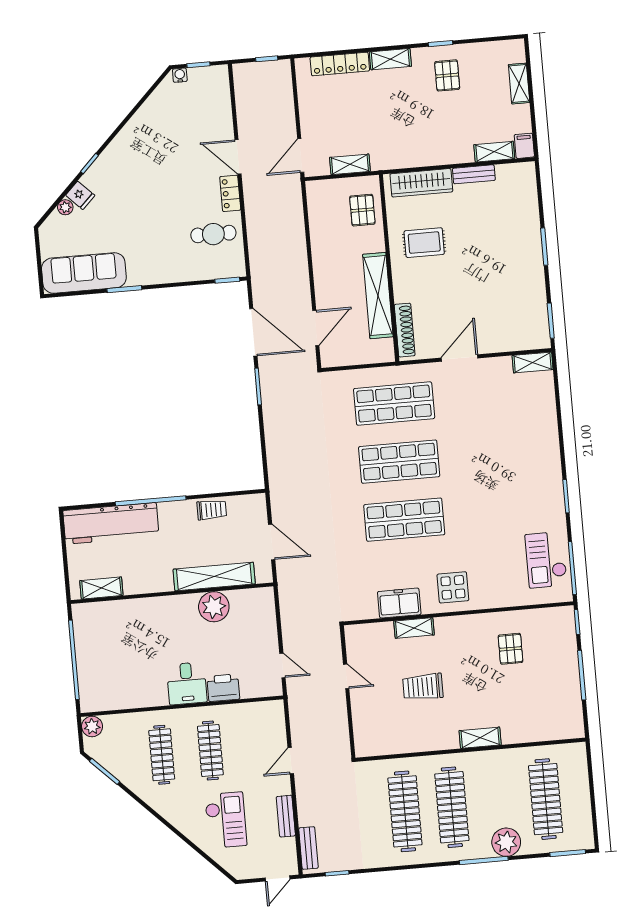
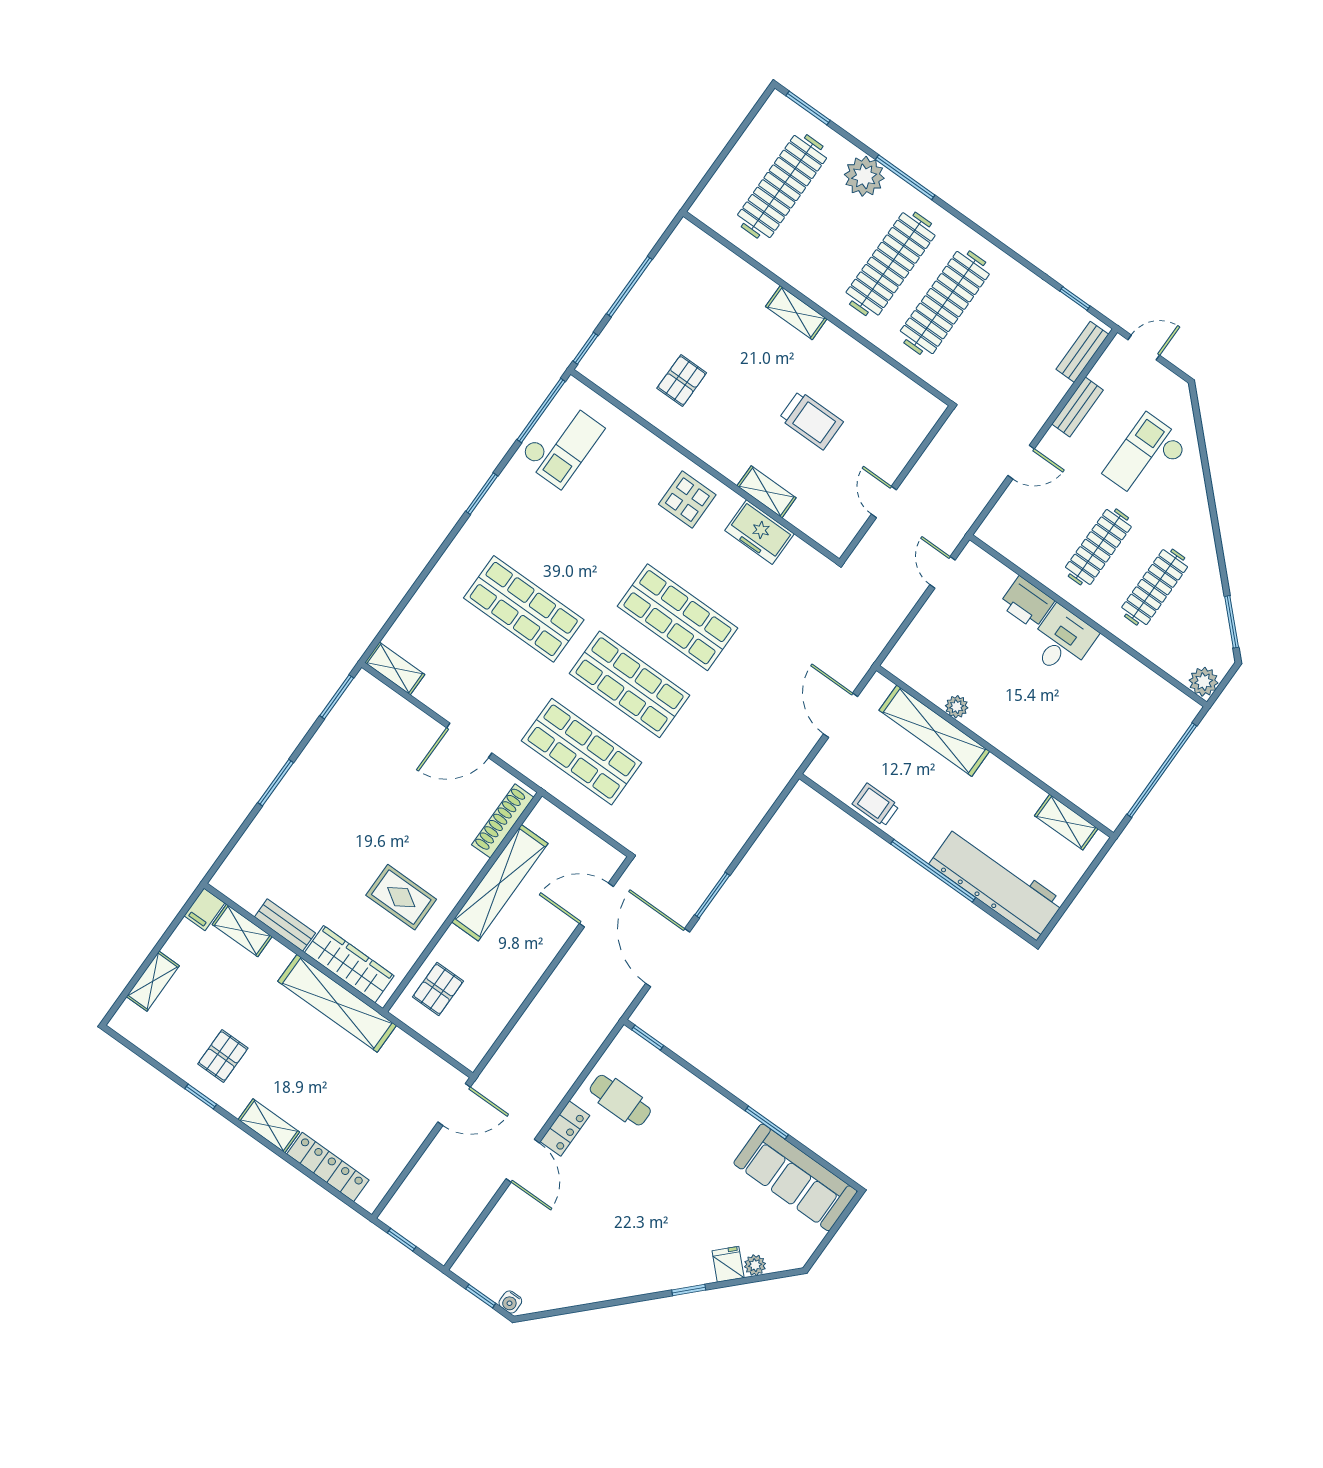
shelving: (350, 164) -> (337, 1003), moved, width x2.20, depth x1.33
shop shelf: (491, 454) -> (524, 609), added
plant: (214, 607) -> (957, 707), width x0.53, depth x0.53

